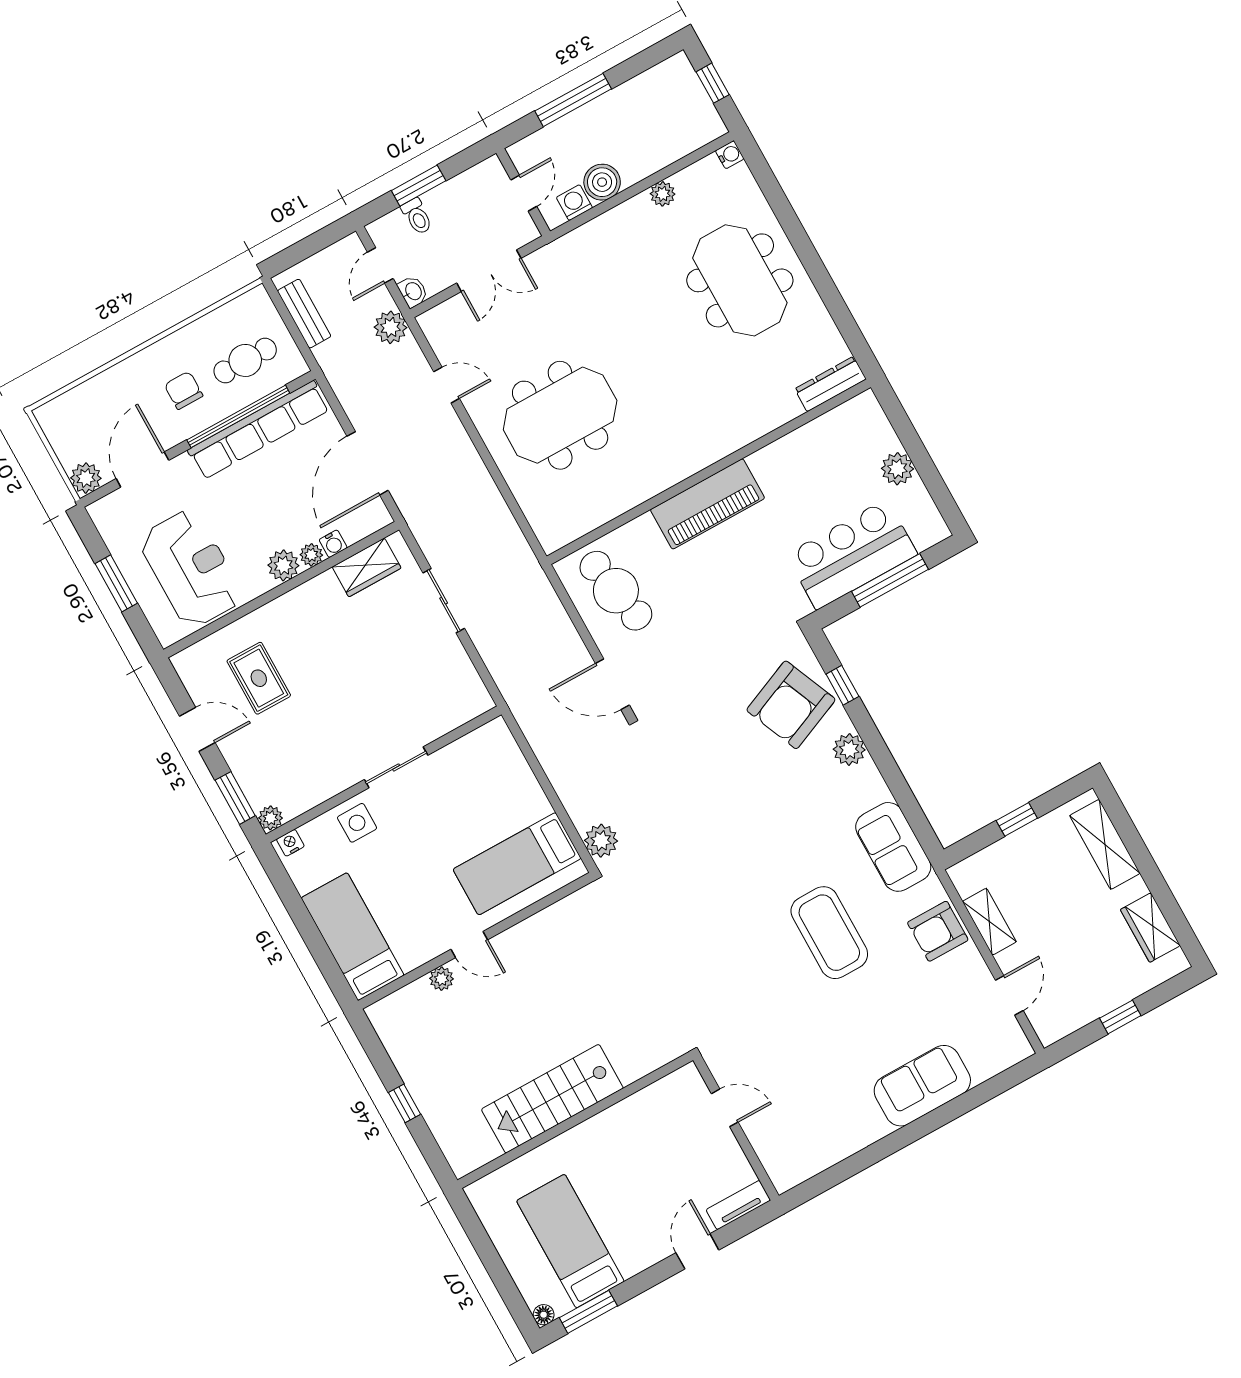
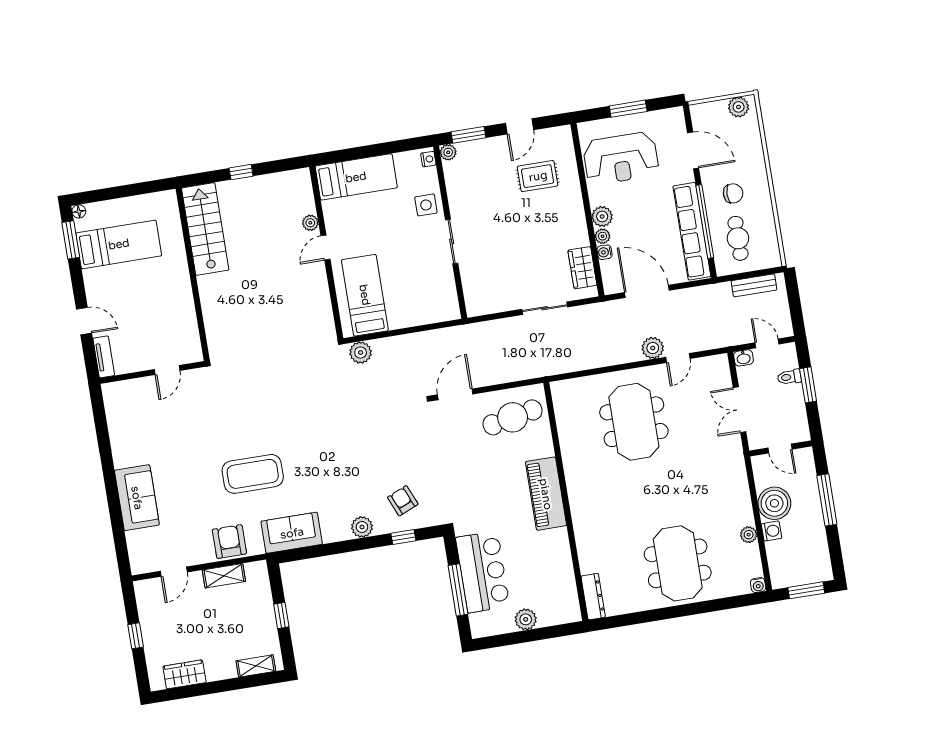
window: (713, 83) -> (806, 590), width x1.50
boiler: (602, 182) -> (774, 503), width x1.37, depth x1.37
washing machine: (574, 203) -> (771, 531), moved
meeting table: (740, 280) -> (678, 563), turned 90
plant: (391, 327) -> (653, 348), moved
plant: (86, 478) -> (739, 107), moved
armchair: (791, 705) -> (403, 501), width x0.53, depth x0.53
shelving: (1105, 844) -> (256, 666), width x0.67, depth x0.75
door: (1009, 995) -> (174, 572), hinge flipped
stairs: (552, 1099) -> (205, 229), moved

